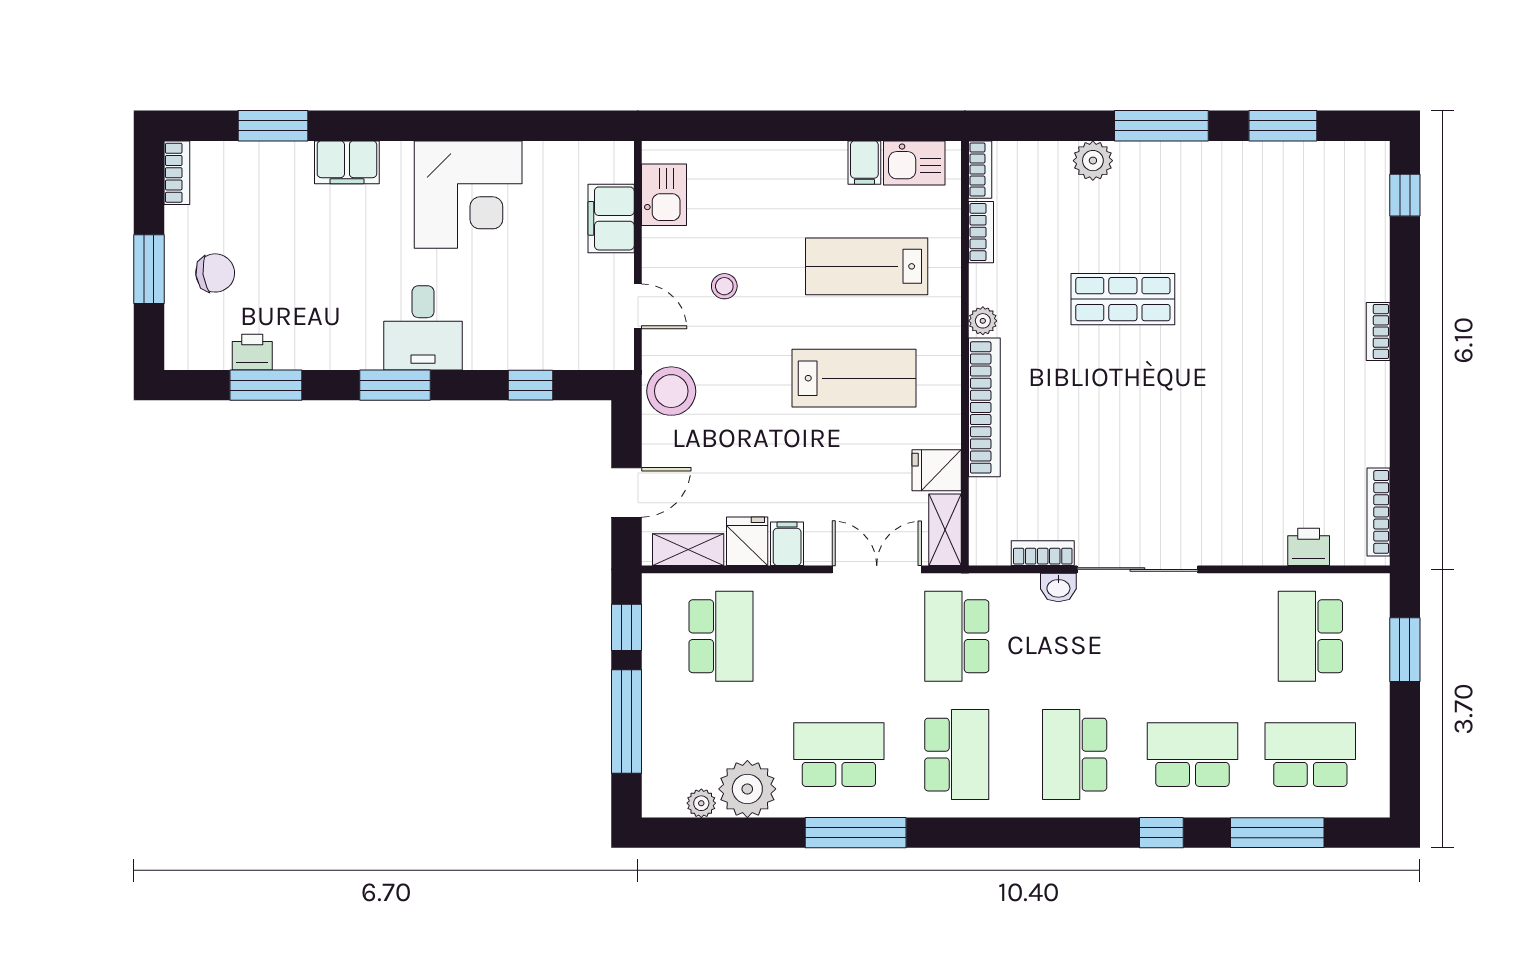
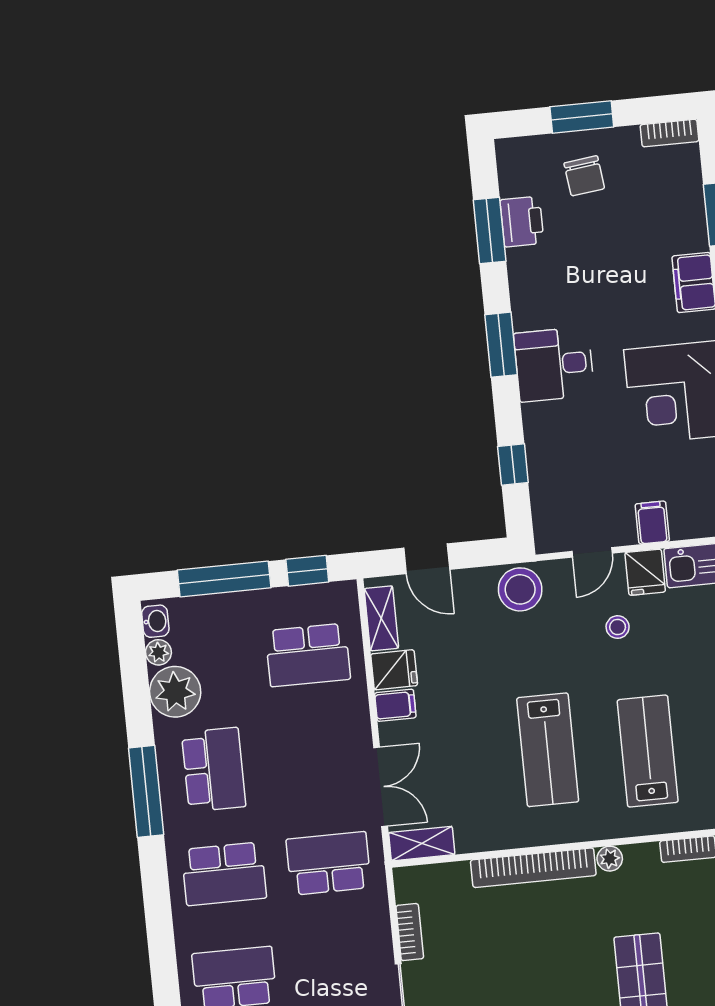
filing cabinet: (611, 218) -> (652, 523), width x0.50
printer: (252, 352) -> (522, 222), width x1.36, depth x1.24
fridge: (937, 470) -> (645, 572), moved, turned 180
washbasin: (1058, 588) -> (155, 621), moved, turned 180

